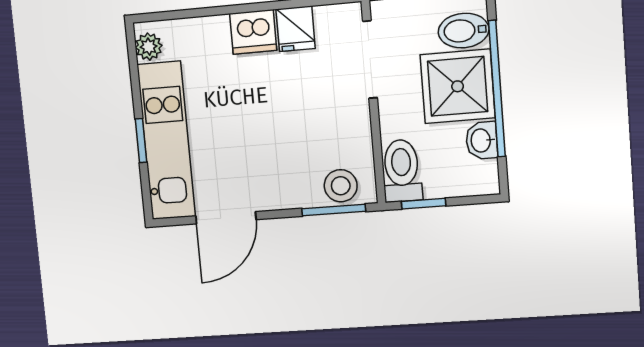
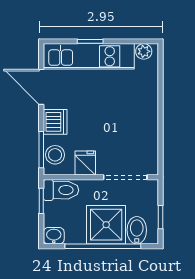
fridge: (296, 29) -> (85, 163), moved, turned 90
dishwasher: (253, 32) -> (55, 122), moved, turned 180
washbasin: (482, 140) -> (54, 236), moved

